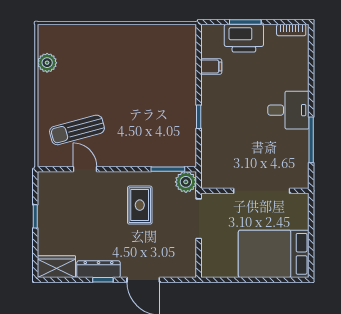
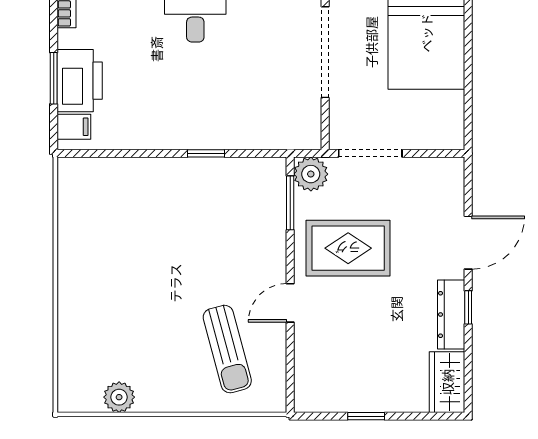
filing cabinet: (211, 67) -> (74, 127), moved, turned 90
door: (85, 169) -> (290, 303), moved
rug: (140, 205) -> (348, 248), width x1.36, depth x1.43

